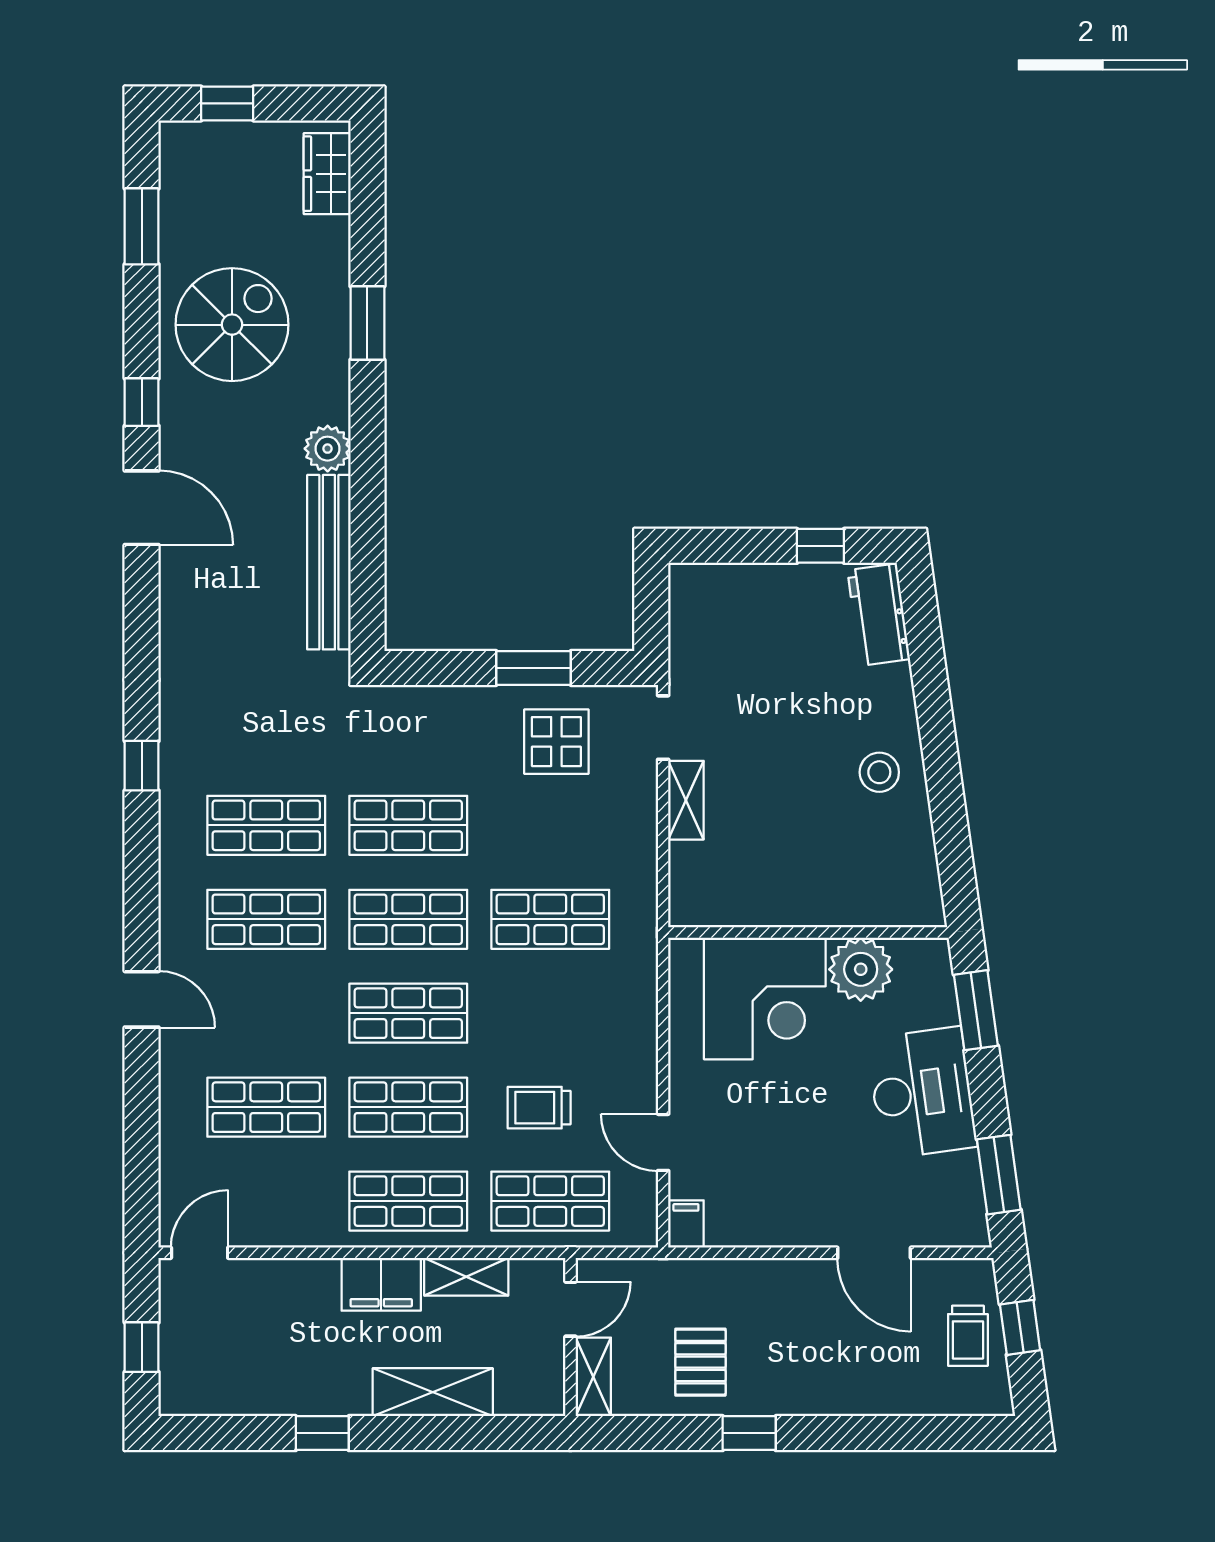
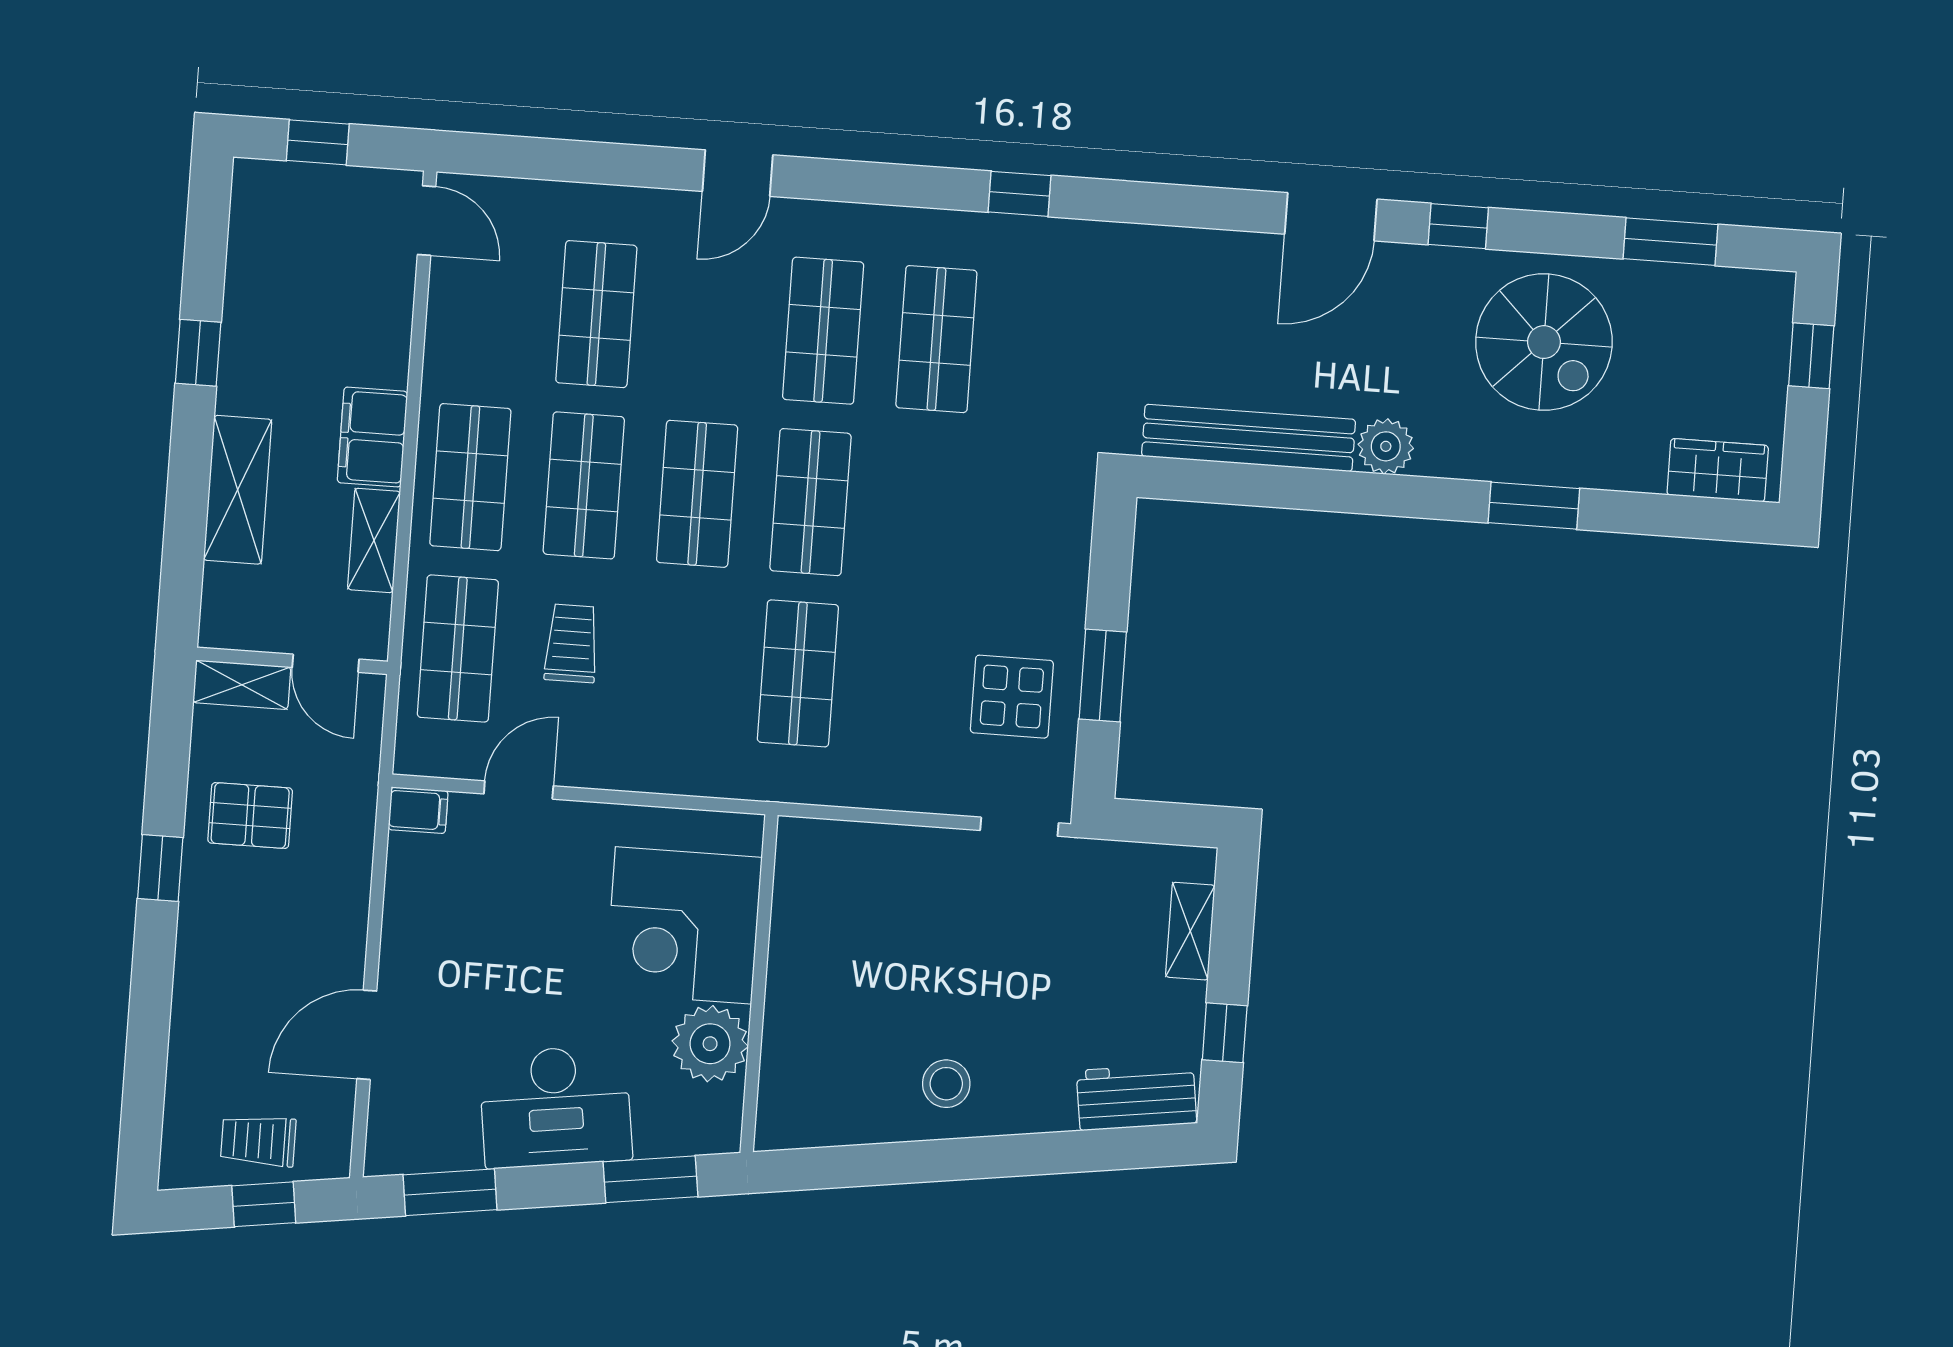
shelving: (686, 800) -> (1190, 931), moved, turned 90
shop shelf: (408, 825) -> (924, 510), removed

